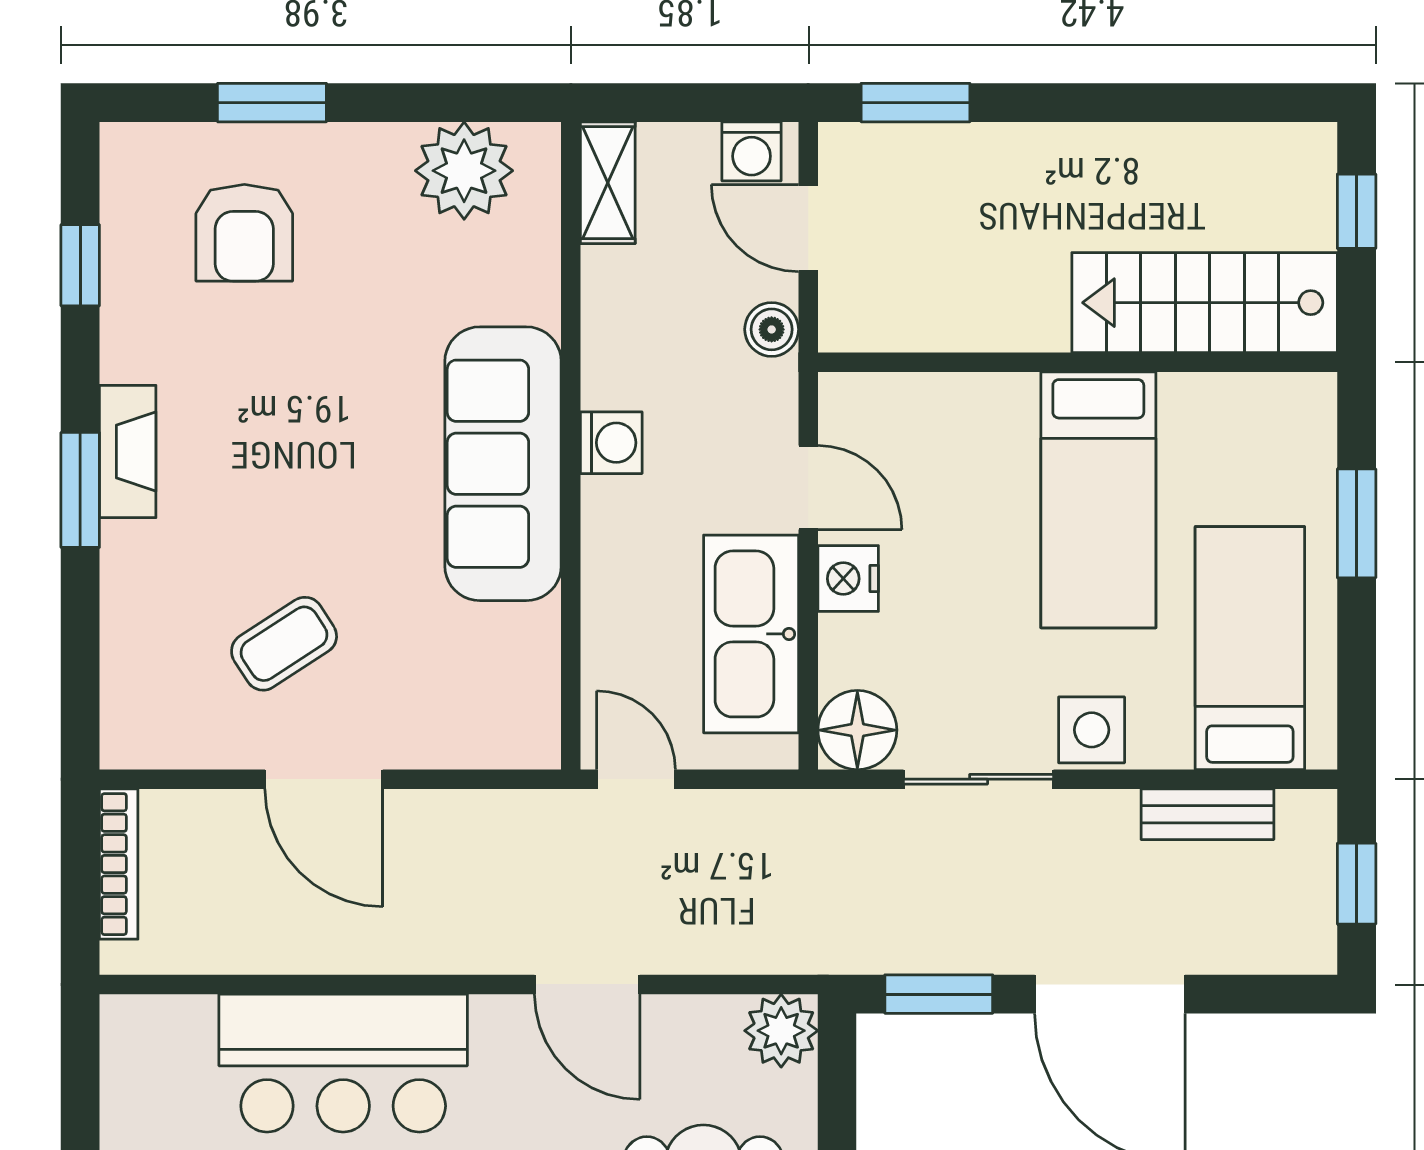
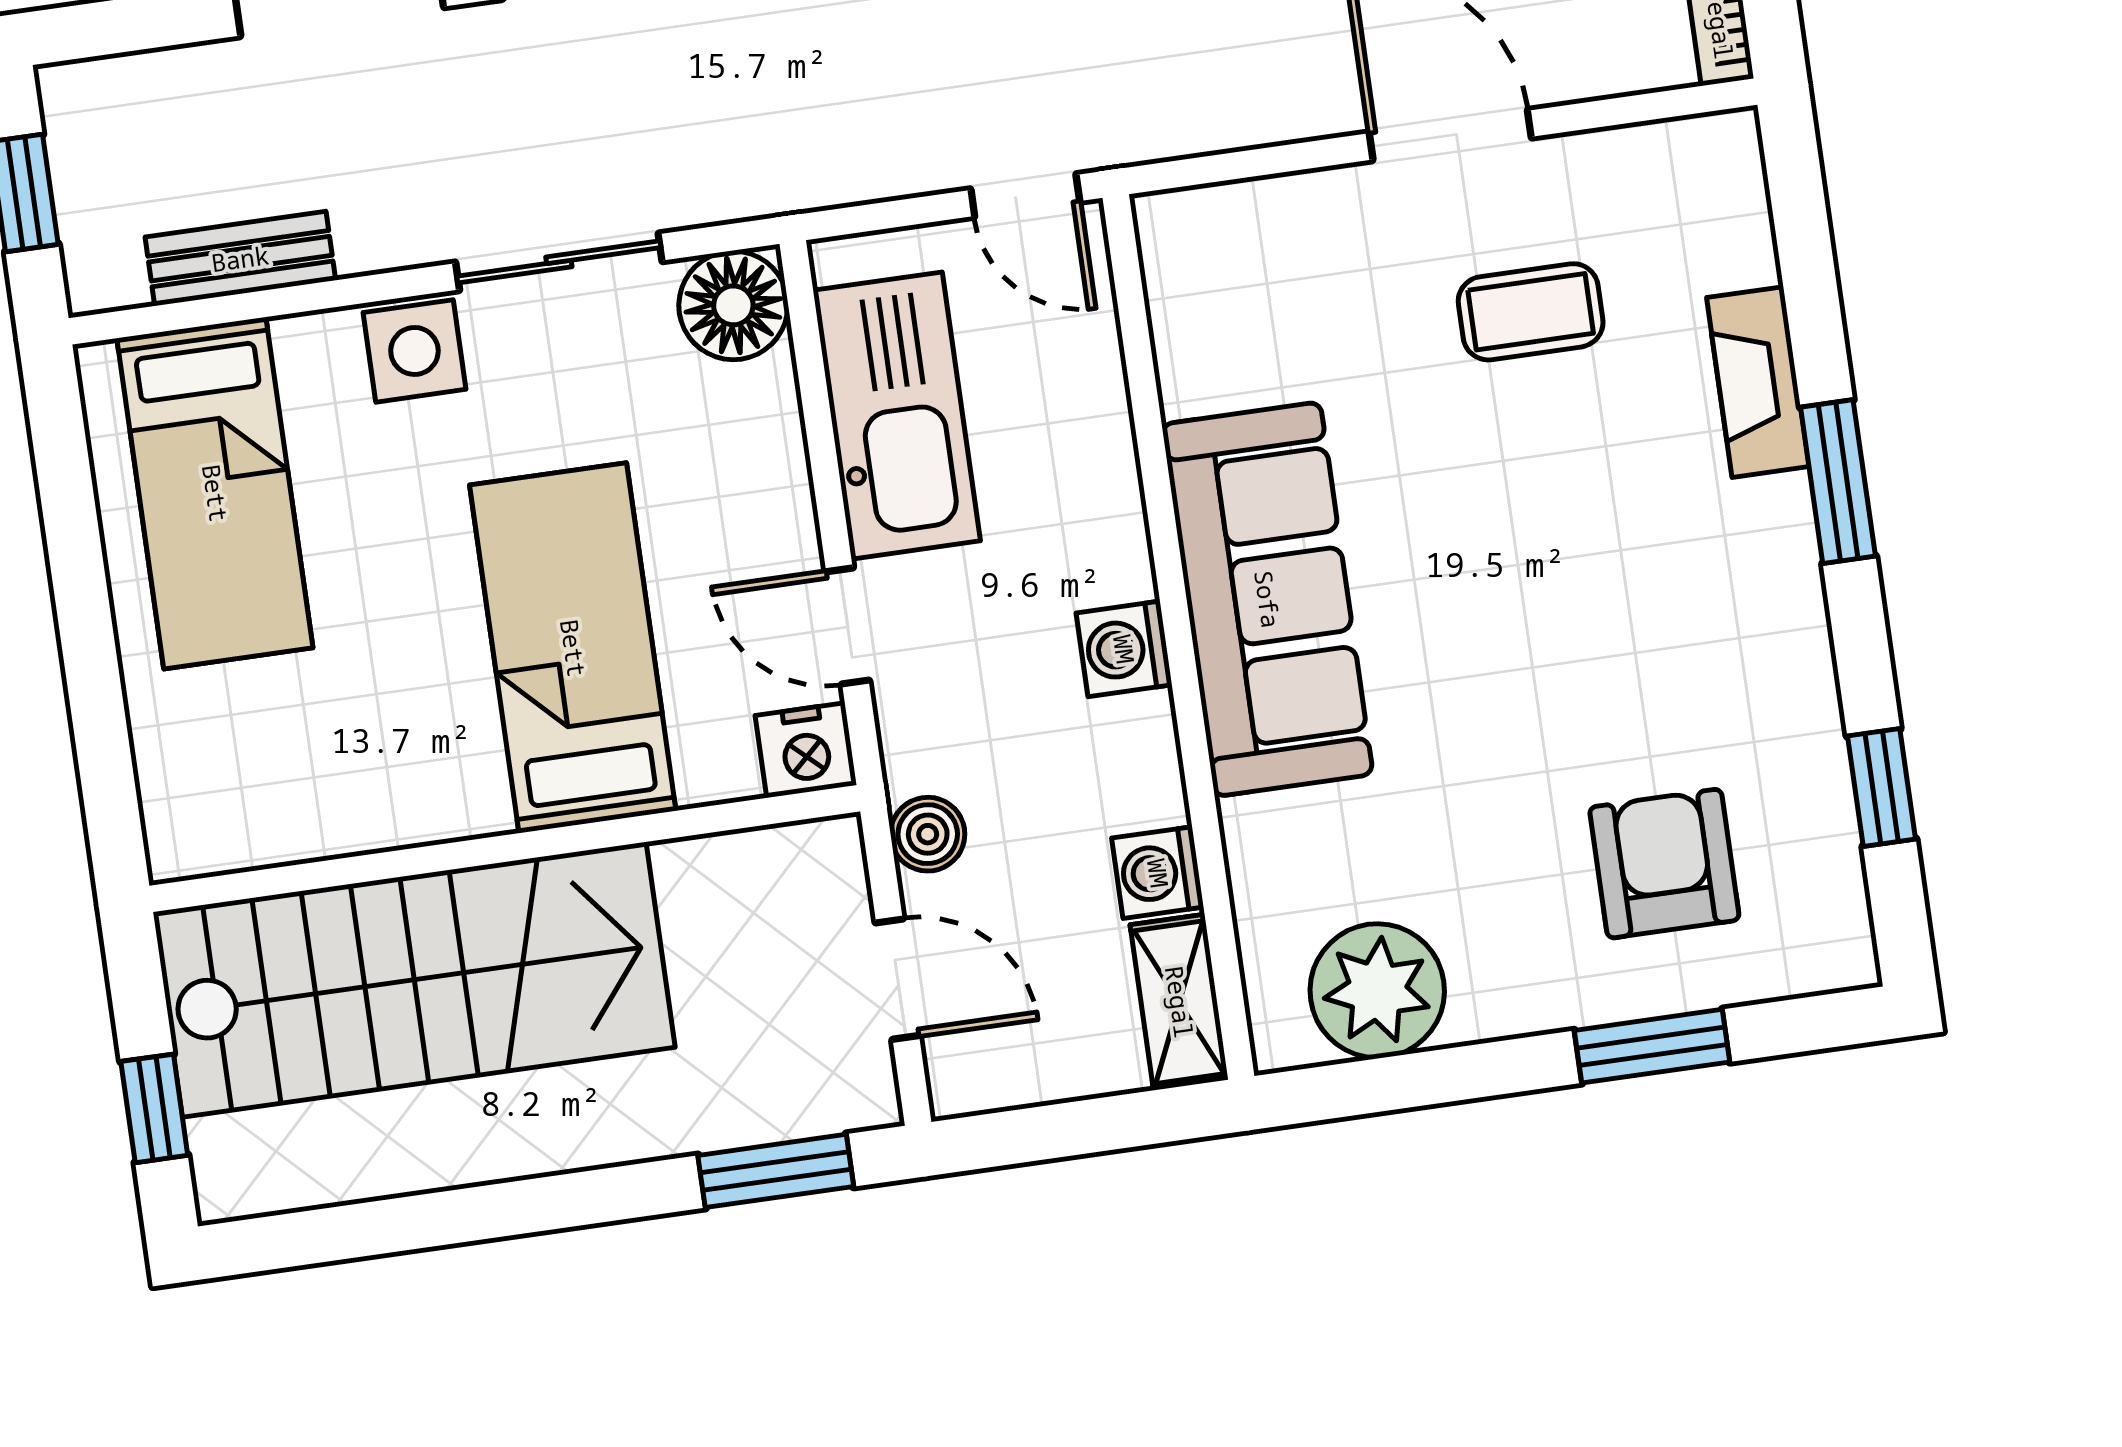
washing machine: (752, 151) -> (1158, 873), moved, turned -90
stairs: (1205, 303) -> (414, 980), width x1.36, depth x1.51
fireplace: (128, 451) -> (1758, 382), moved
bed: (1098, 500) -> (573, 648), moved
window: (1357, 523) -> (94, 683), removed
nightstand: (848, 579) -> (806, 750), moved, turned 90
coffee table: (284, 644) -> (1531, 312), turned 33

